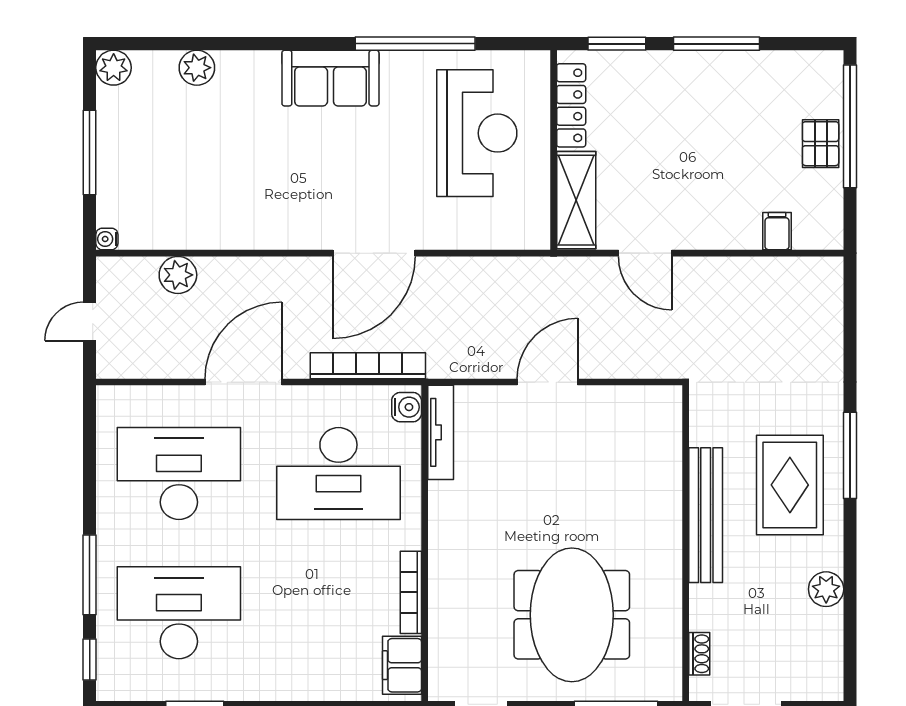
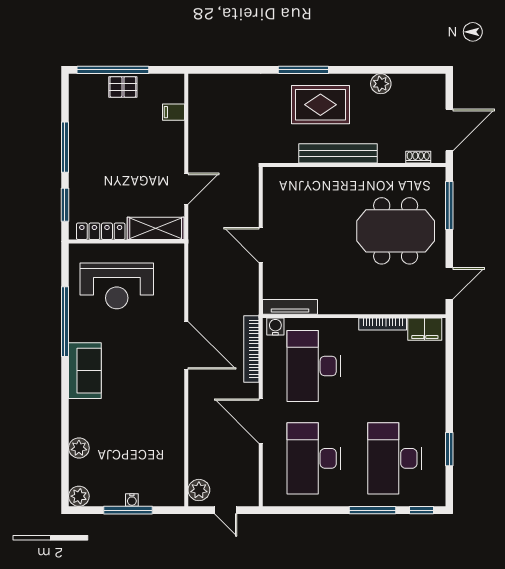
reception desk: (477, 133) -> (117, 286), turned 180
water cooler: (107, 239) -> (132, 500), moved
plant: (178, 275) -> (199, 490), moved
desk: (338, 473) -> (314, 366), turned 180

